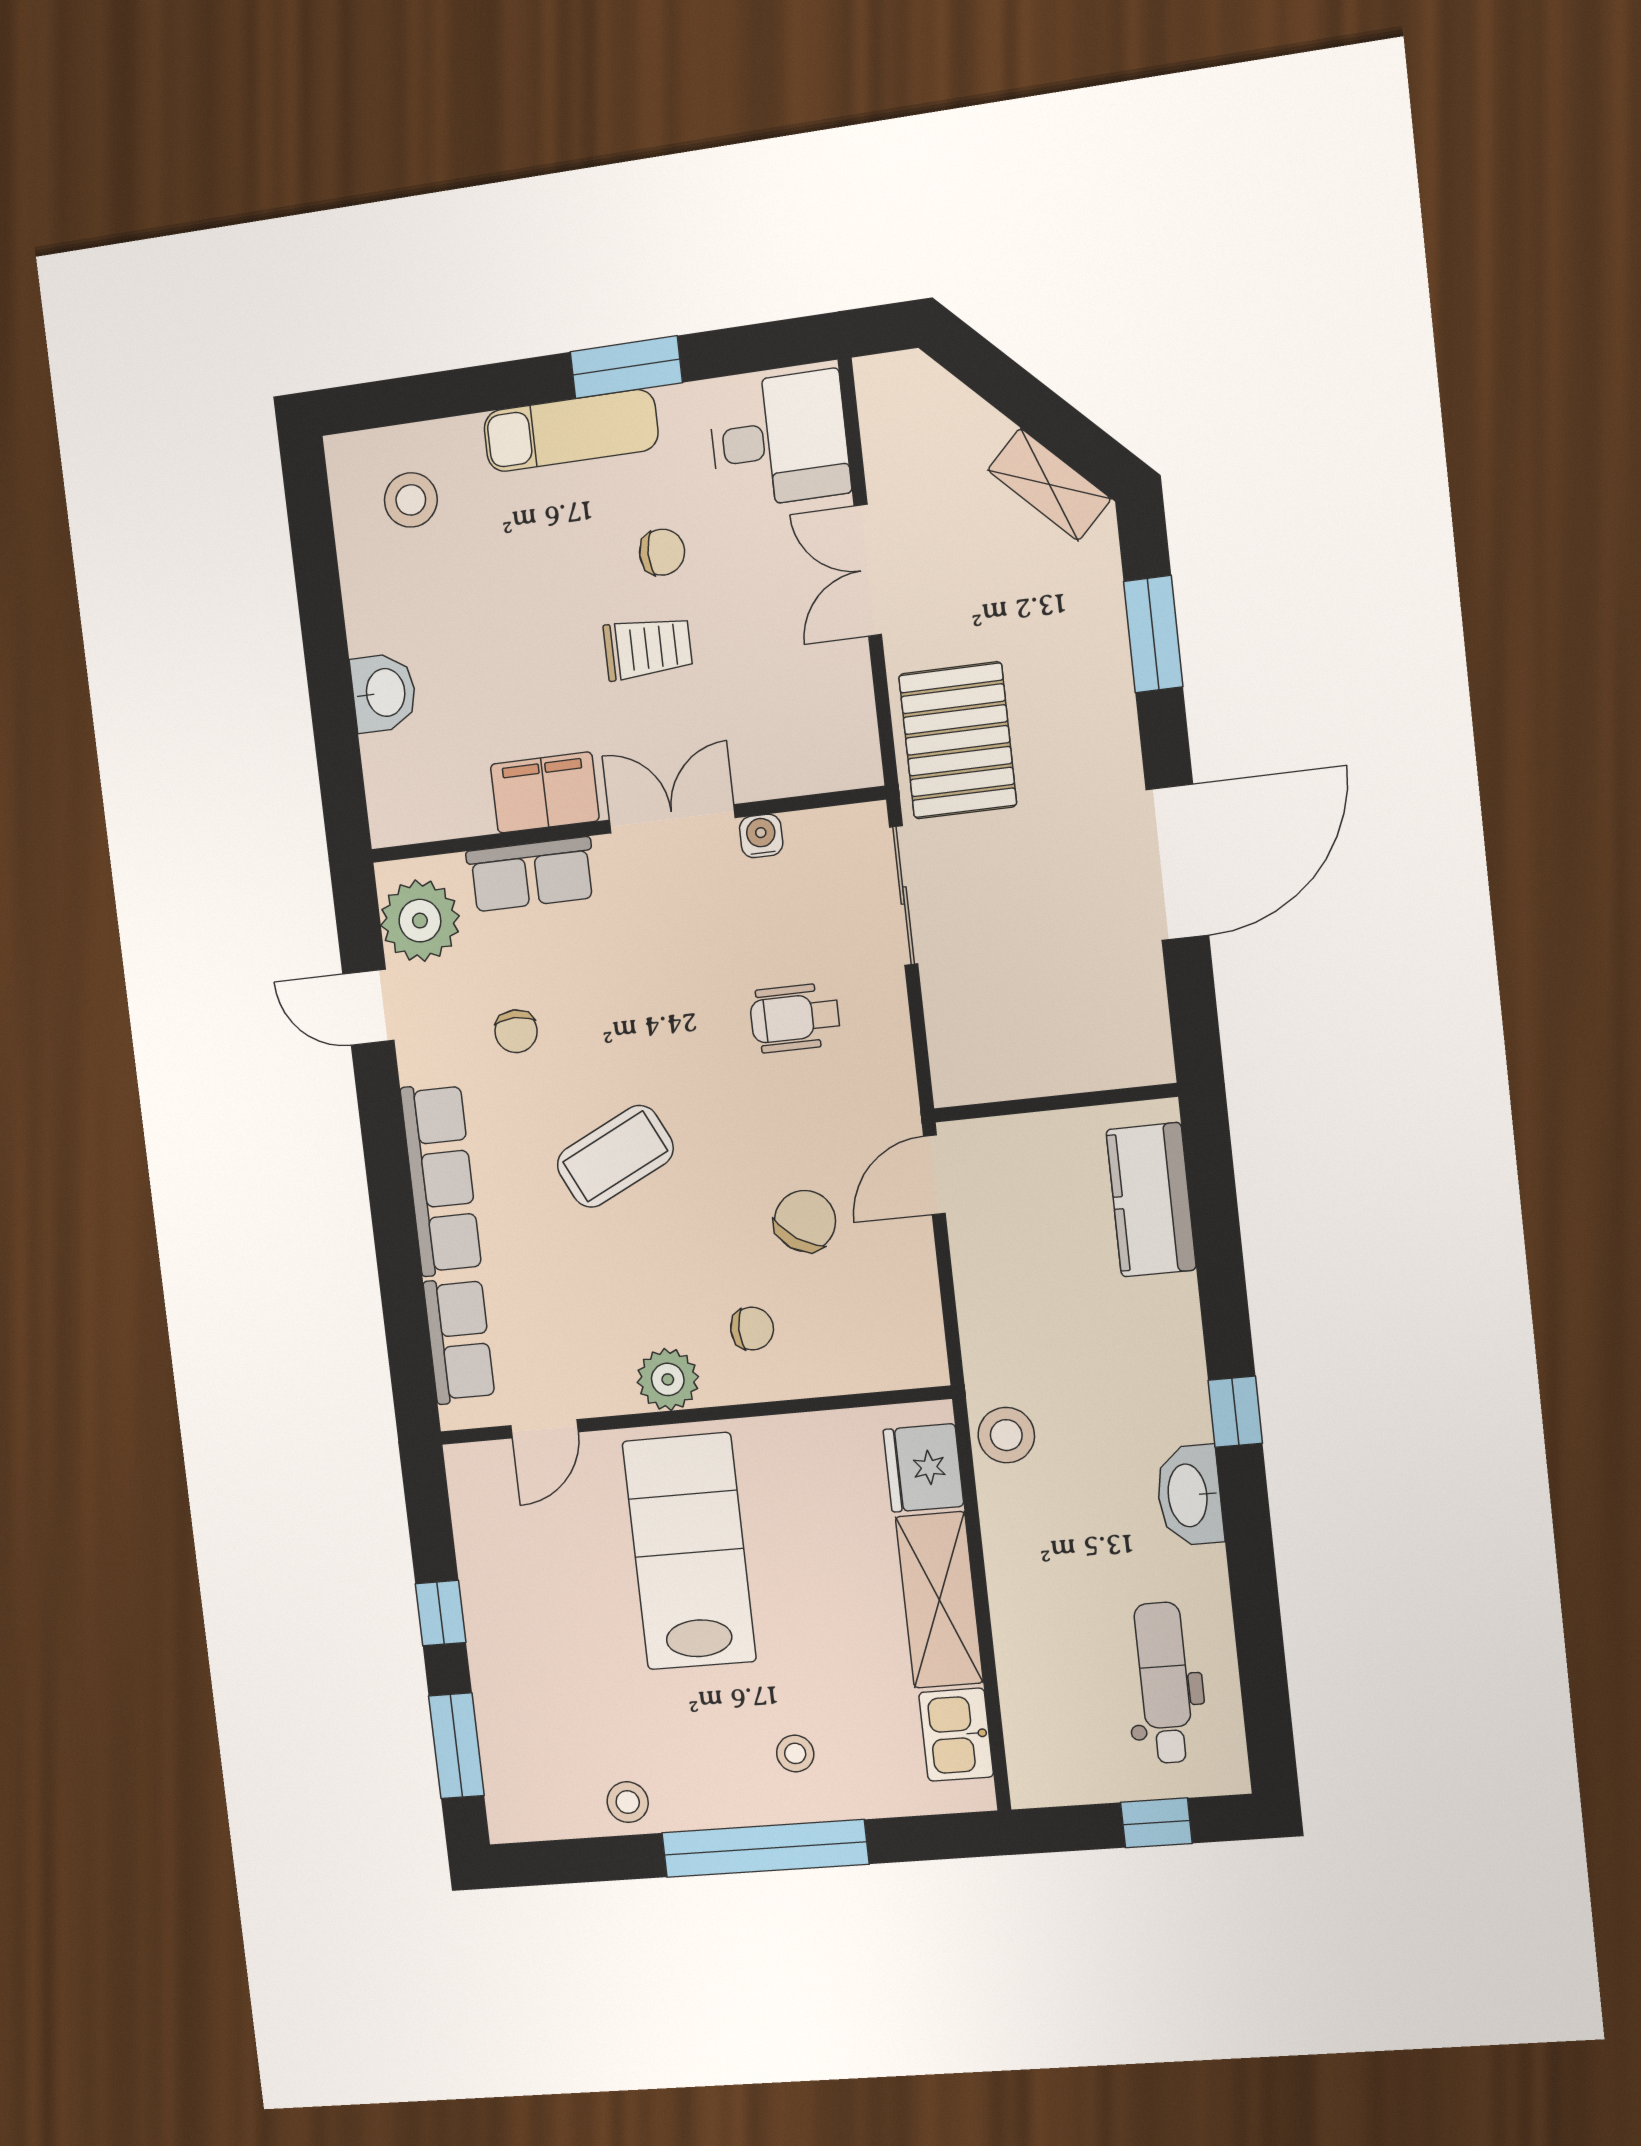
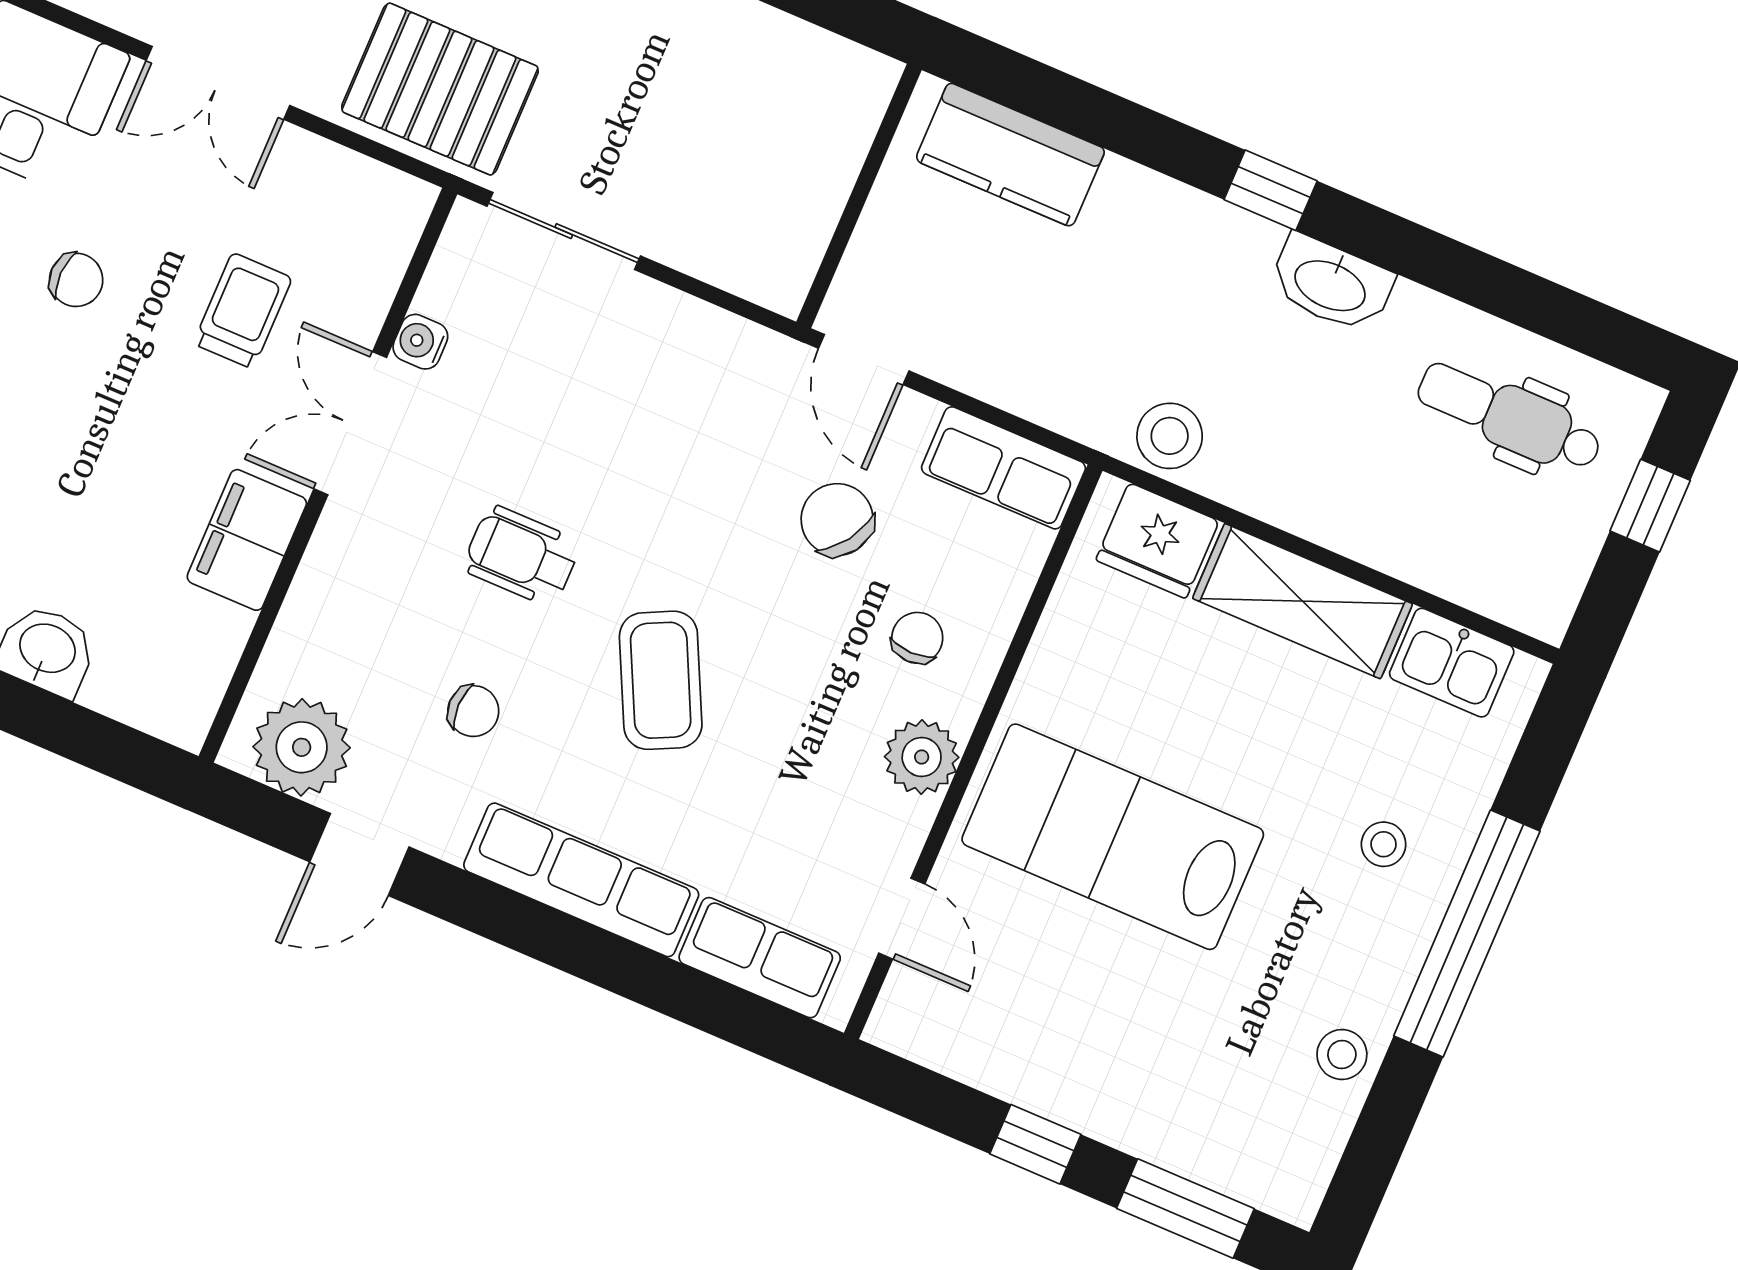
chair: (662, 552) -> (76, 280), turned 91
trolley: (648, 648) -> (243, 311), moved
row of seats: (531, 874) -> (1003, 468), moved, turned 90
wheelchair: (795, 1018) -> (522, 556), moved, turned 90

